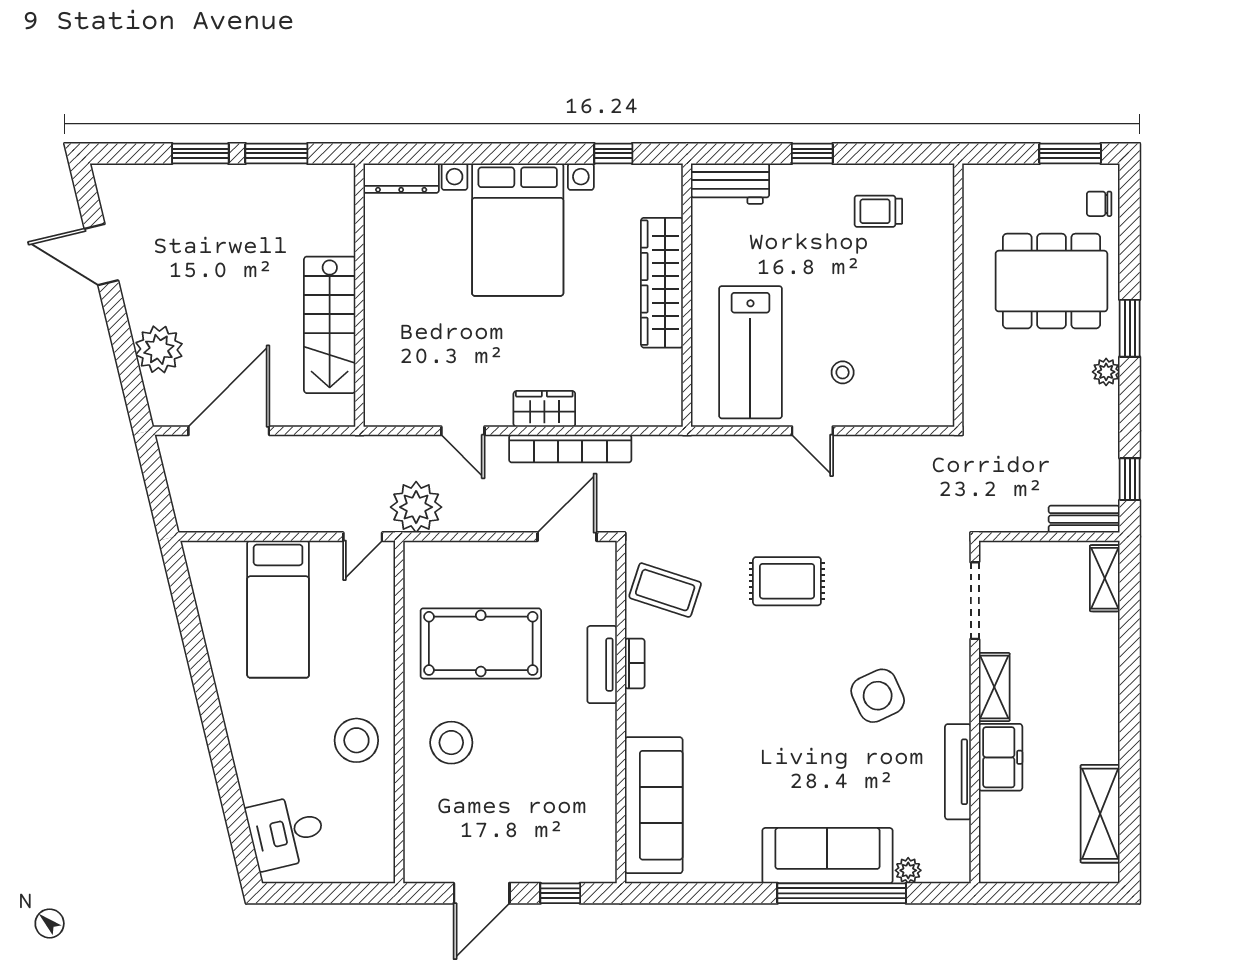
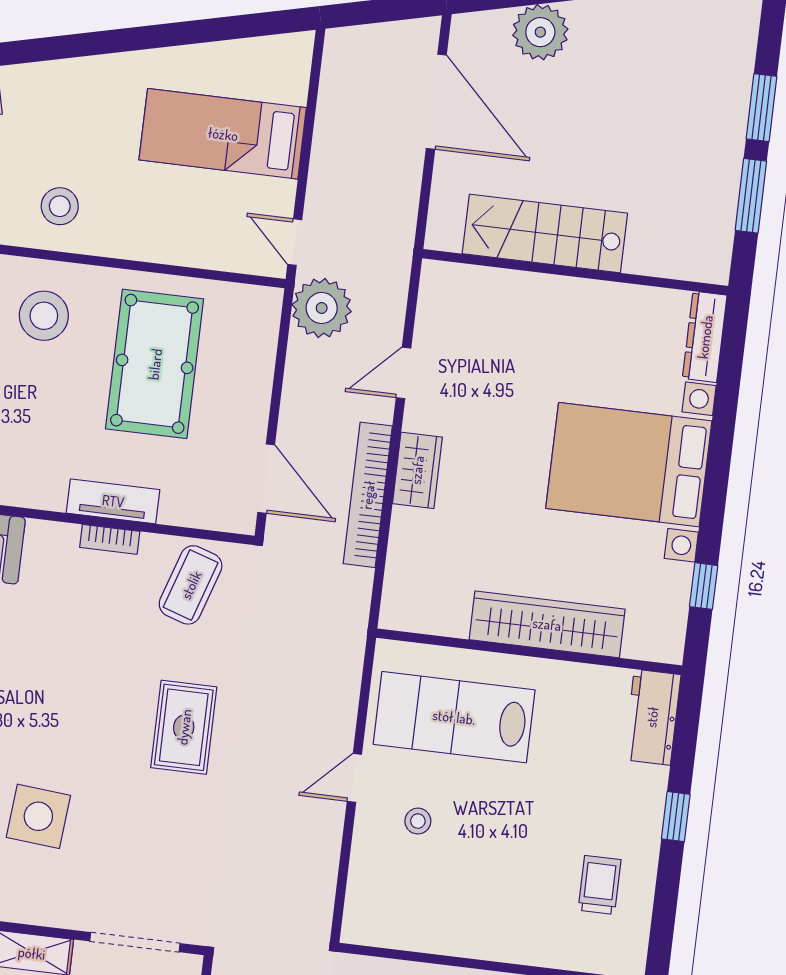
side table: (878, 696) -> (38, 816), turned 30
stool: (356, 740) -> (60, 206), width x0.73, depth x0.73

